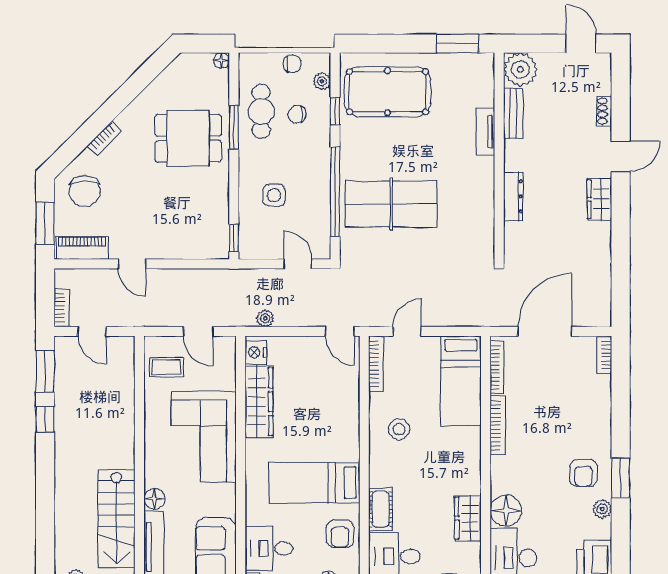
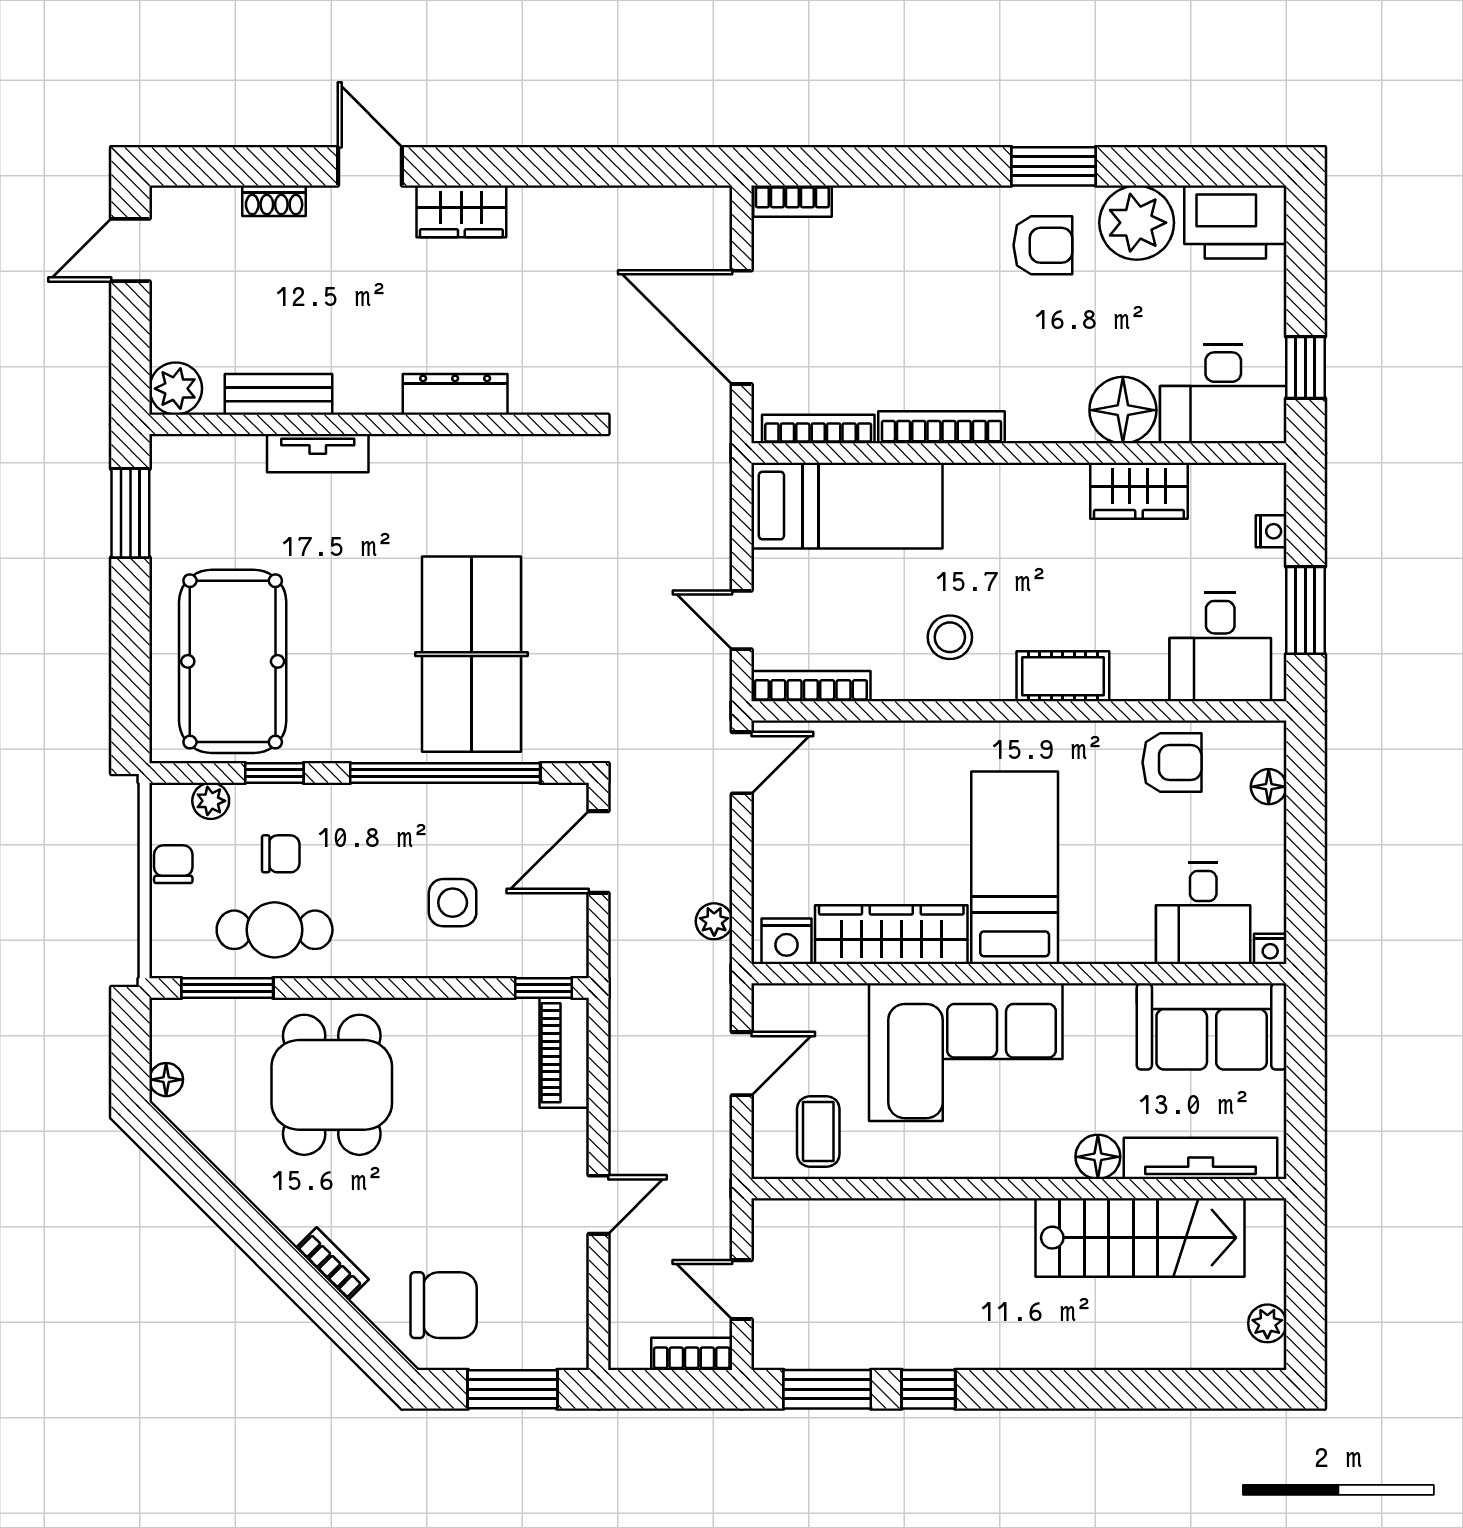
floor lamp: (222, 60) -> (166, 1080), moved
plant: (520, 69) -> (176, 389), width x0.73, depth x0.73
chair: (297, 114) -> (281, 854), turned -90
window: (234, 128) -> (227, 988), moved
piano: (82, 248) -> (564, 1053), moved
door: (298, 264) -> (598, 852), width x1.38
door: (92, 331) -> (742, 1290), swing flipped
bed: (314, 483) -> (1015, 868), moved, turned 180
cot: (381, 509) -> (1063, 676), moved
plant: (602, 509) -> (1137, 223), width x1.88, depth x1.88

